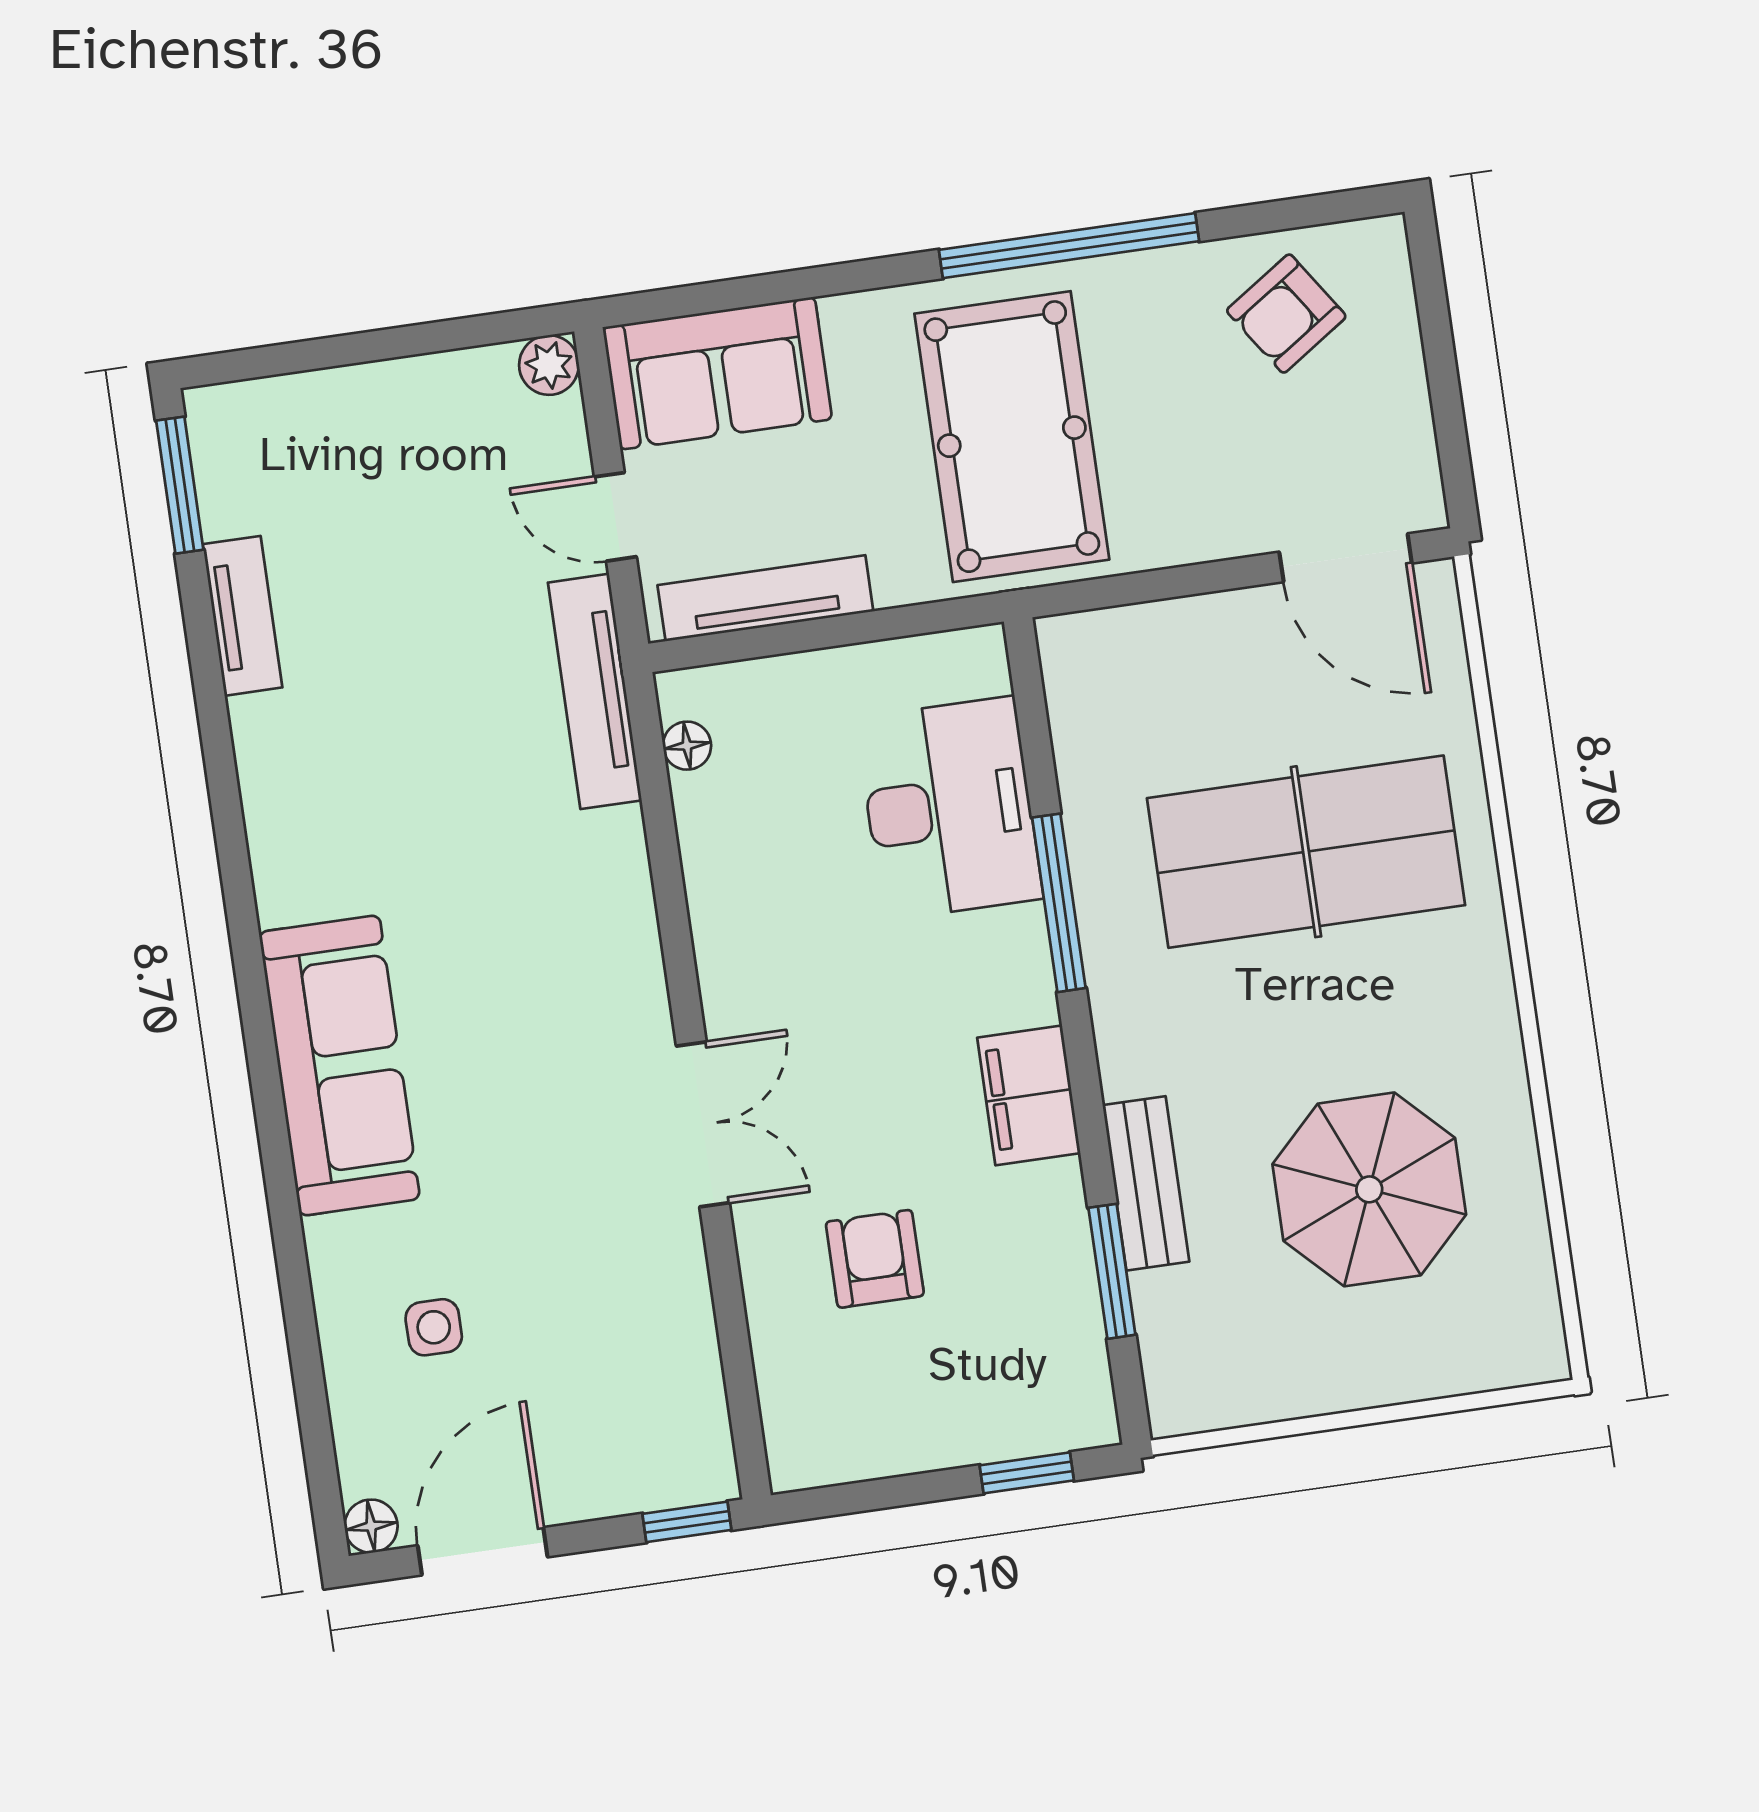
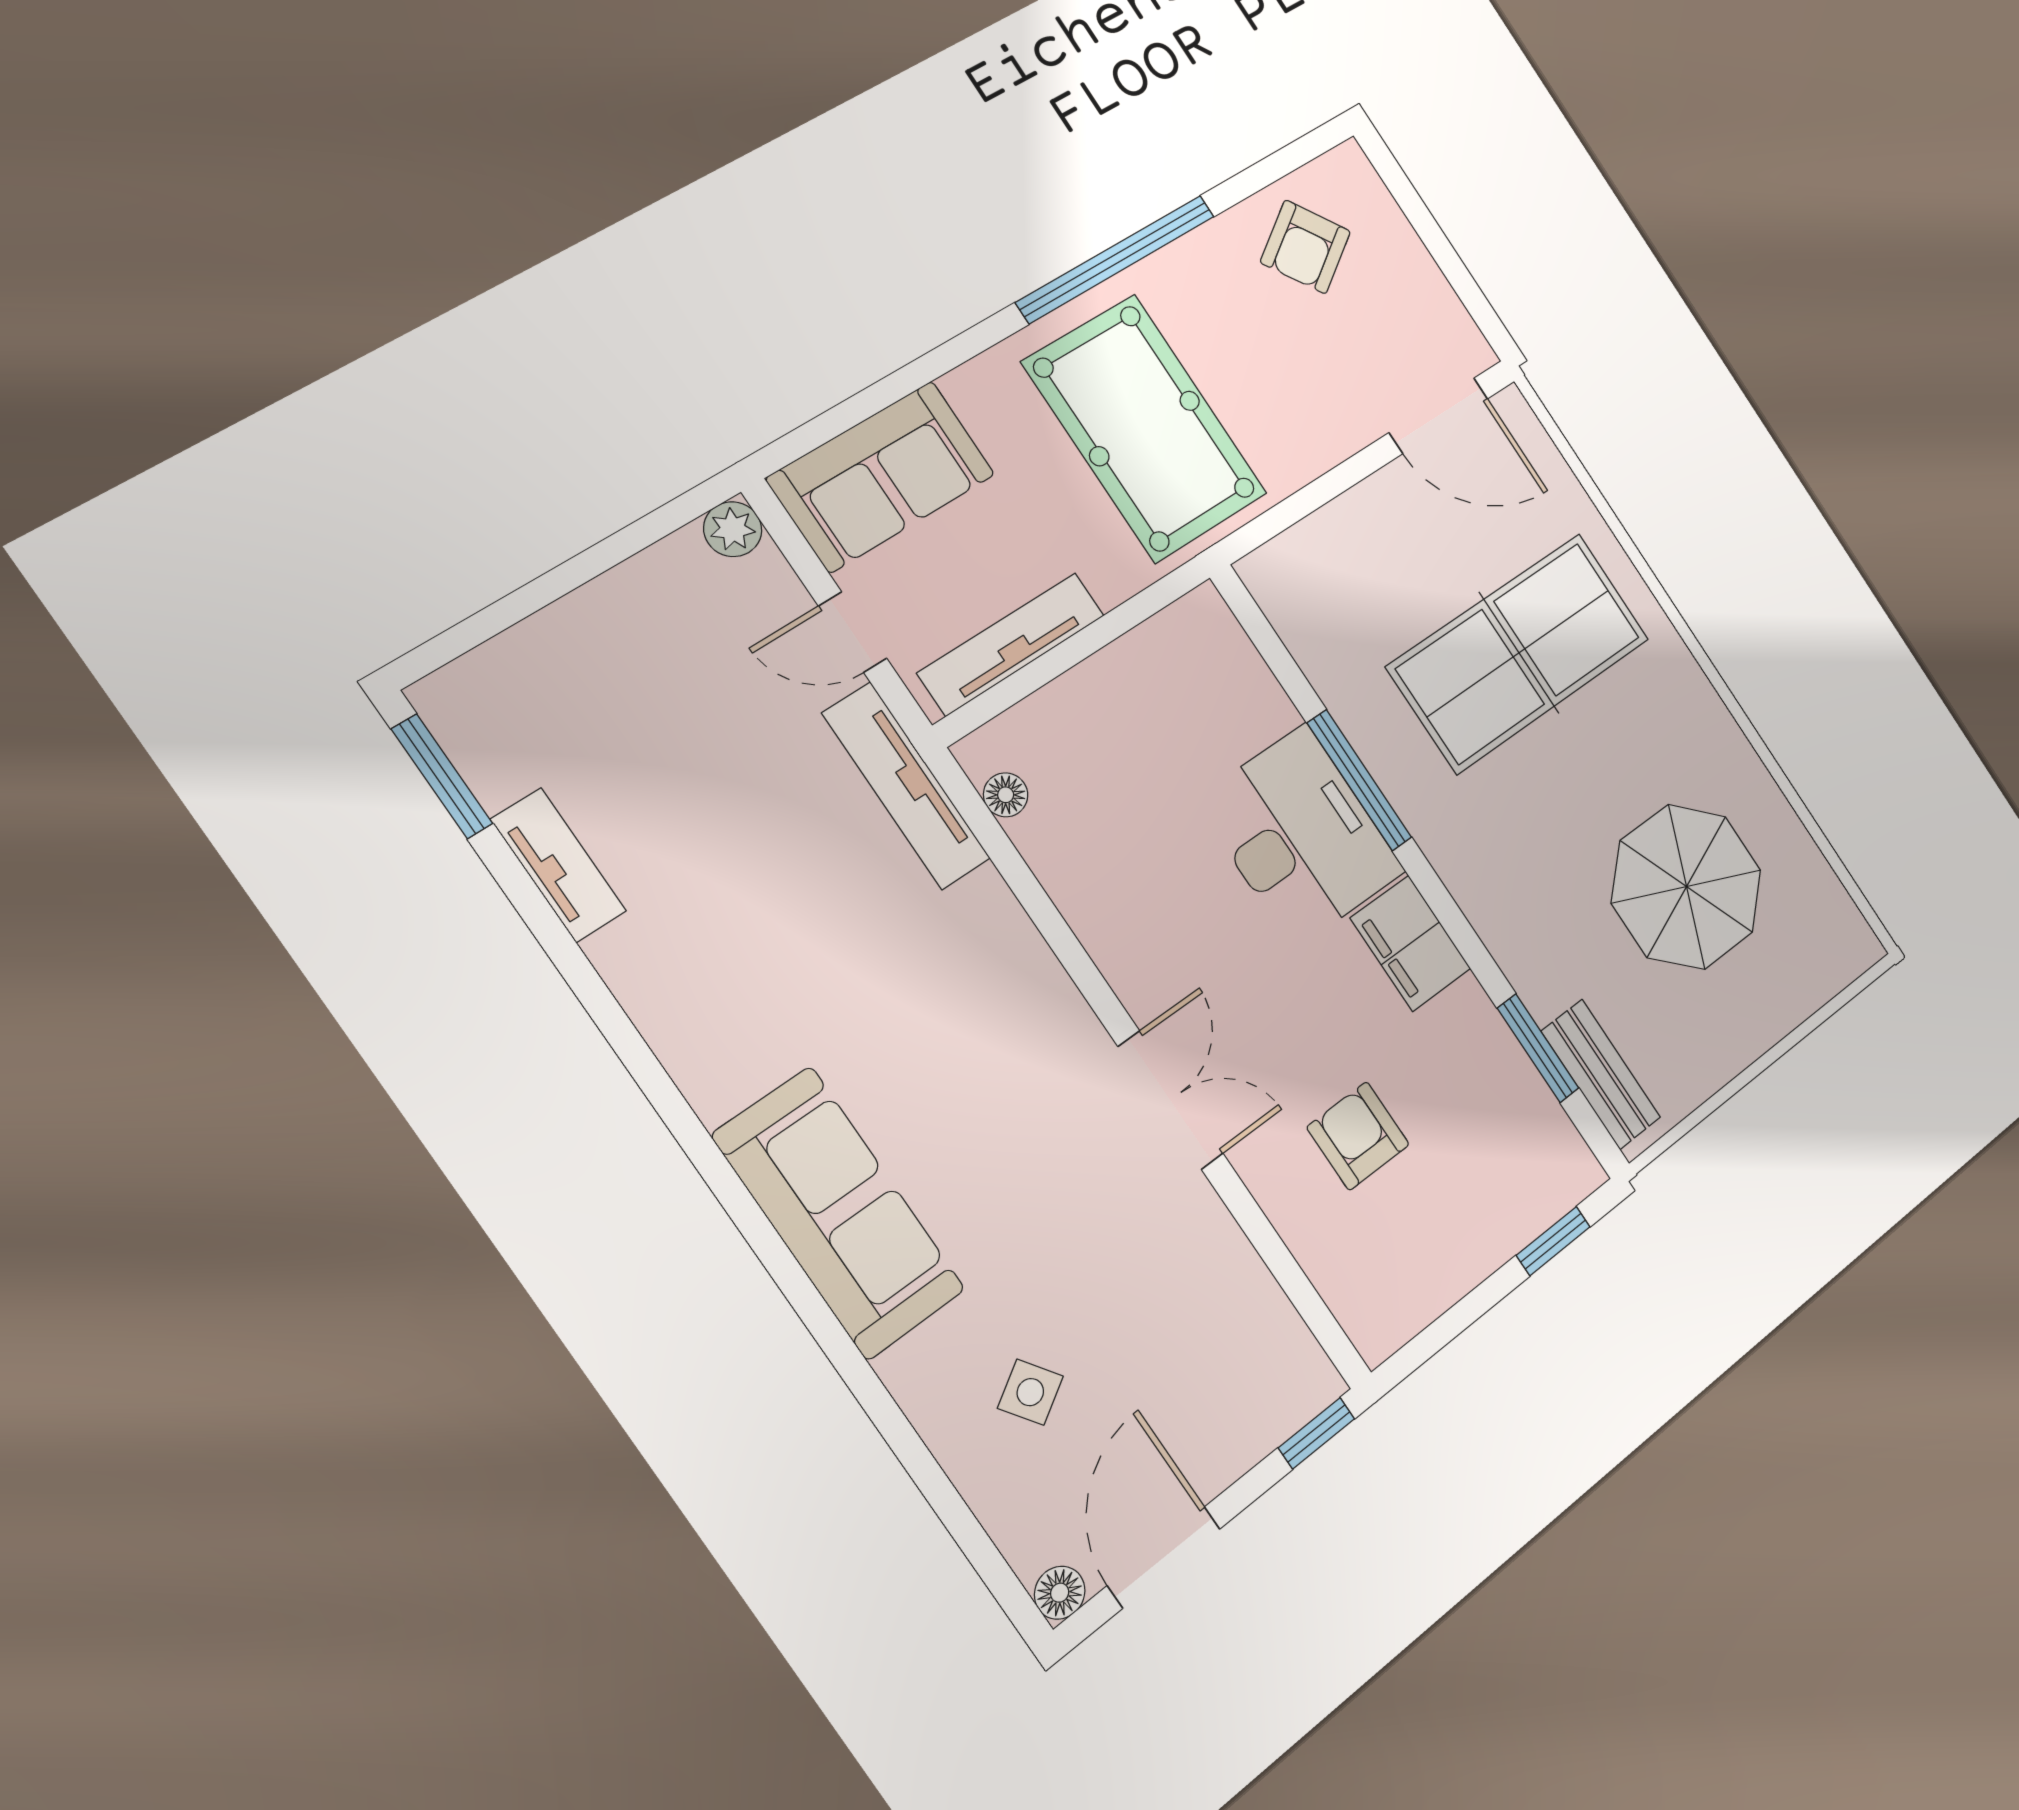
desk: (949, 808) -> (1300, 836), moved
bench: (1146, 1183) -> (1601, 1074), moved
side table: (434, 1327) -> (1030, 1392), turned -33

